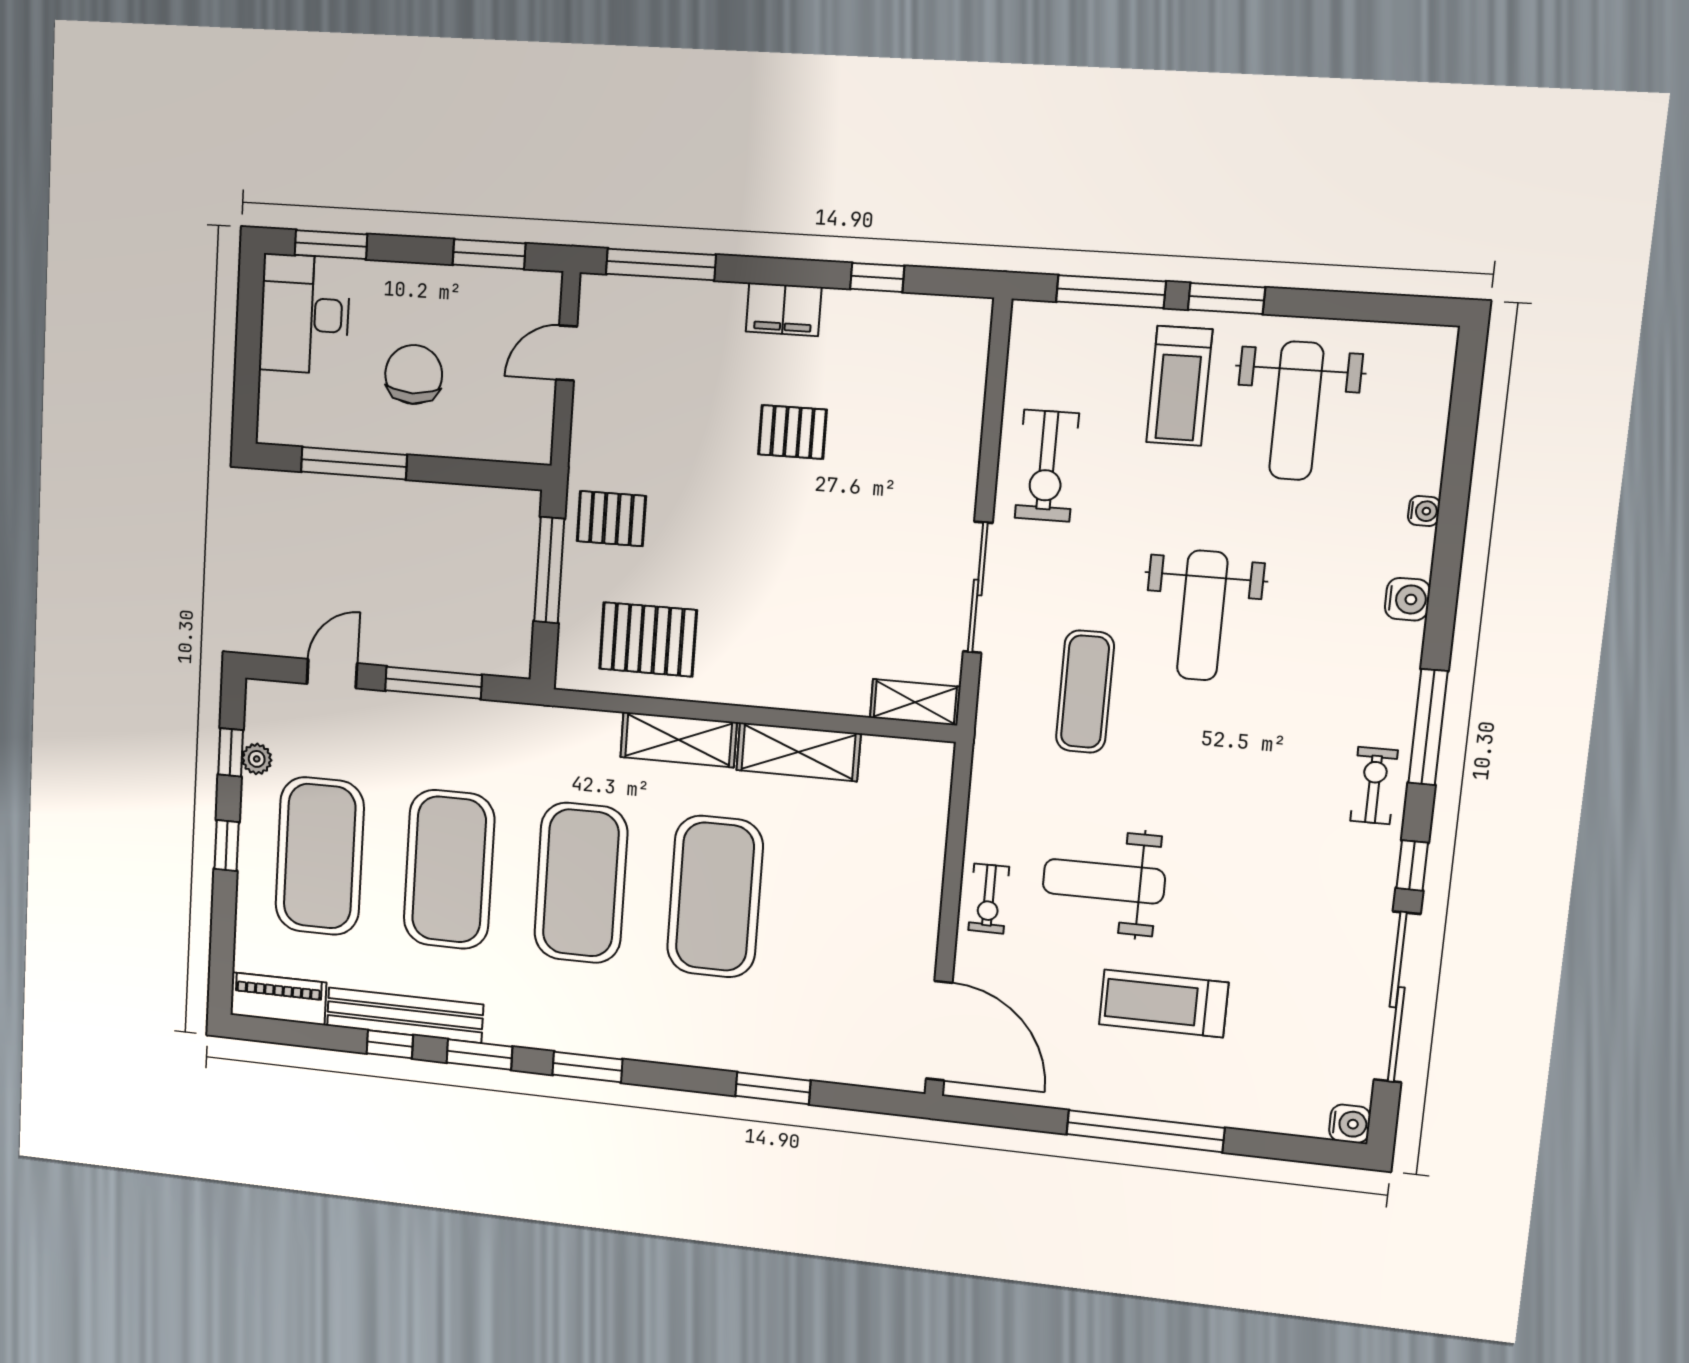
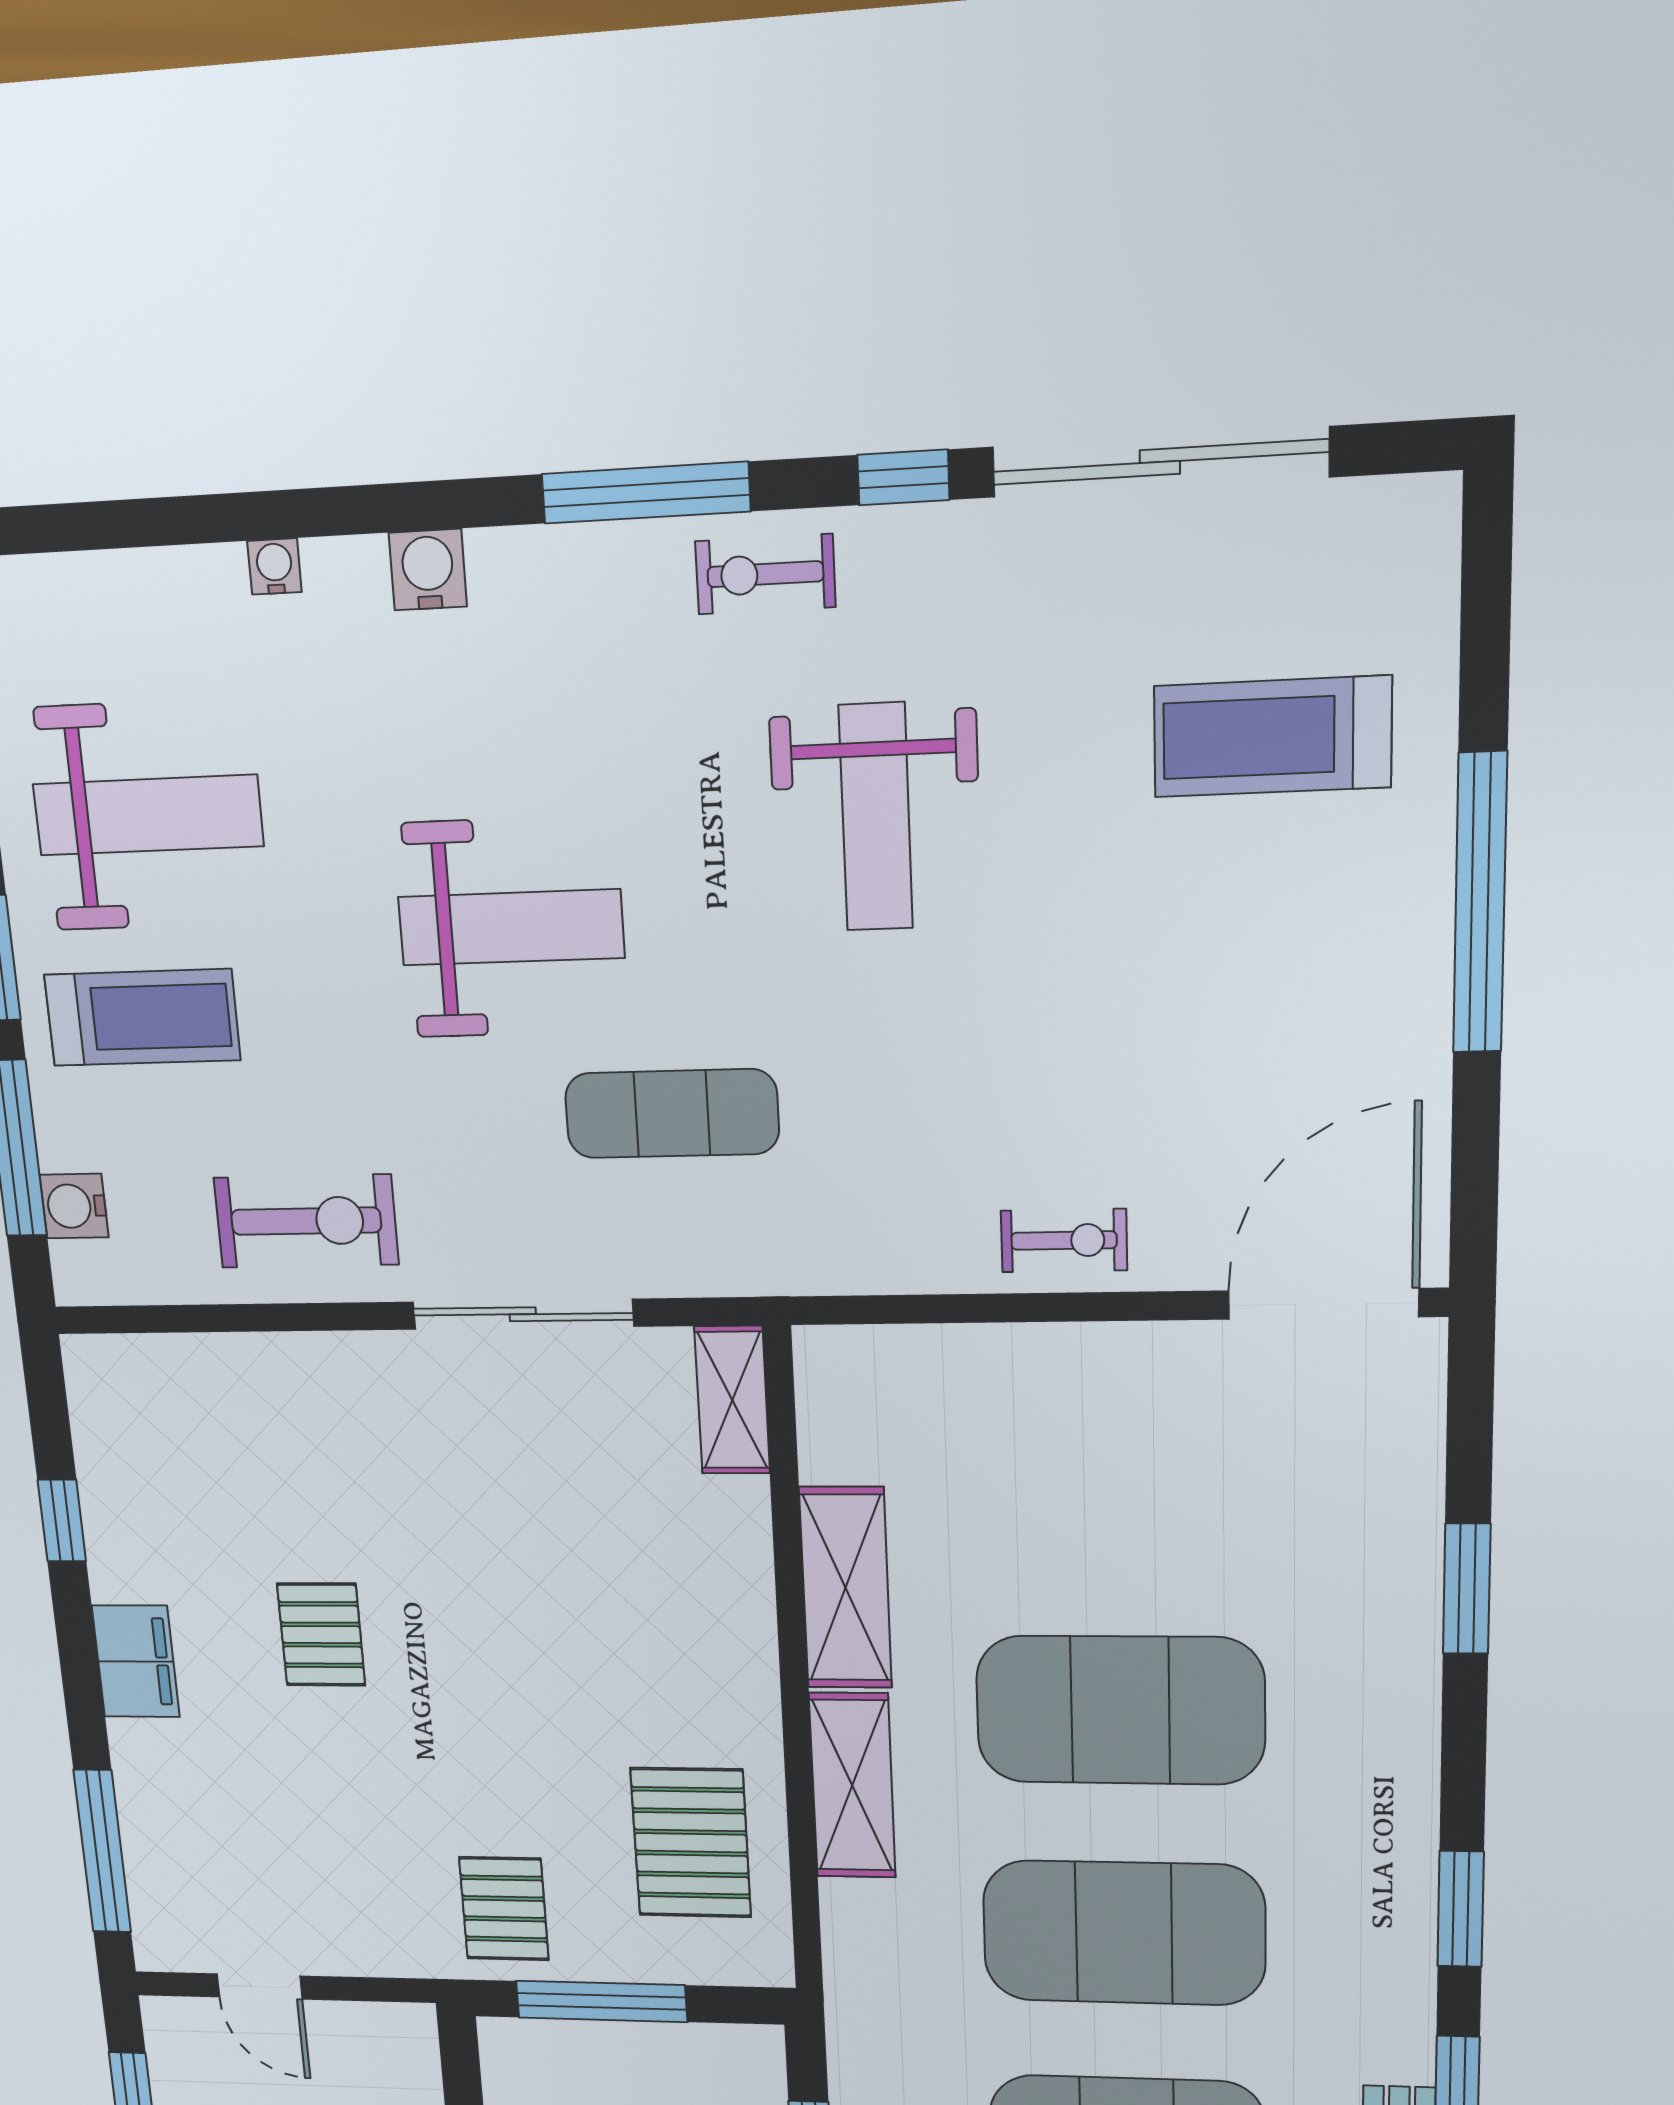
weight bench: (1104, 881) -> (876, 817), moved
treadmill: (1164, 1003) -> (1272, 737), moved, turned 90
water cooler: (1350, 1124) -> (74, 1206), moved, turned -90

